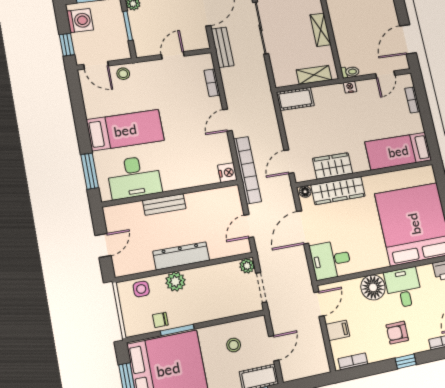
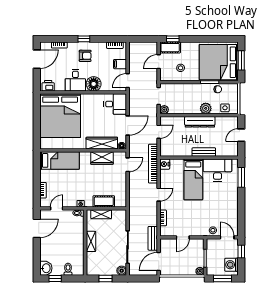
cot: (295, 99) -> (104, 201), moved
bed: (125, 130) -> (193, 179), moved, turned -90

